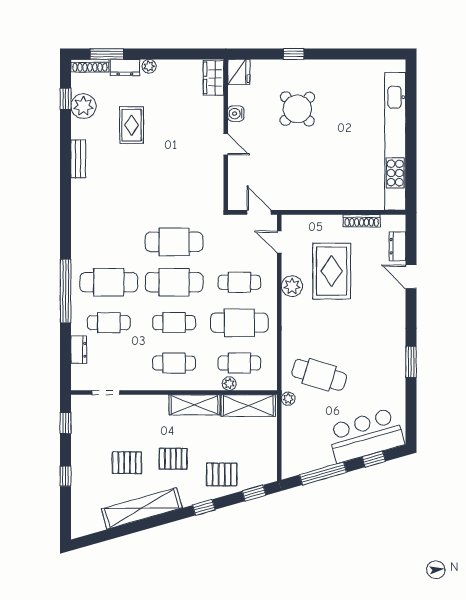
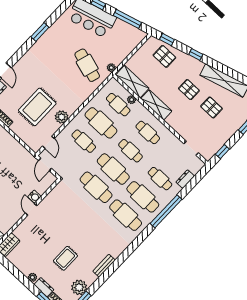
water cooler: (236, 114) -> (34, 197), moved
cafe table: (109, 242) -> (126, 215), added
pallet: (222, 475) -> (164, 56), moved

